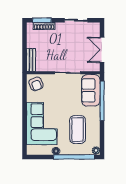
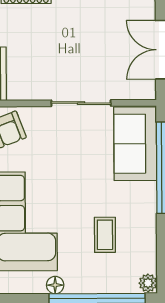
coffee table: (78, 130) -> (105, 235), width x0.54, depth x0.58

